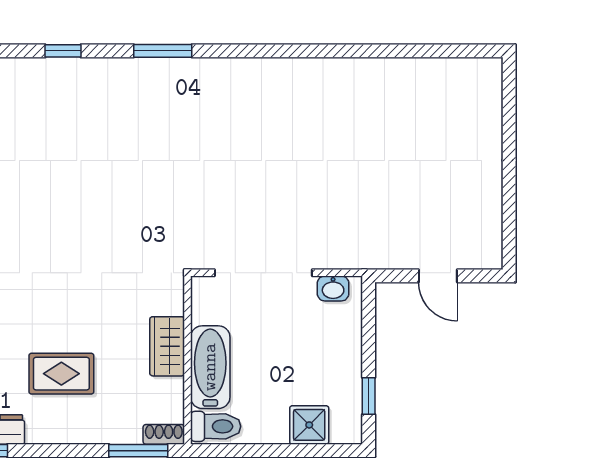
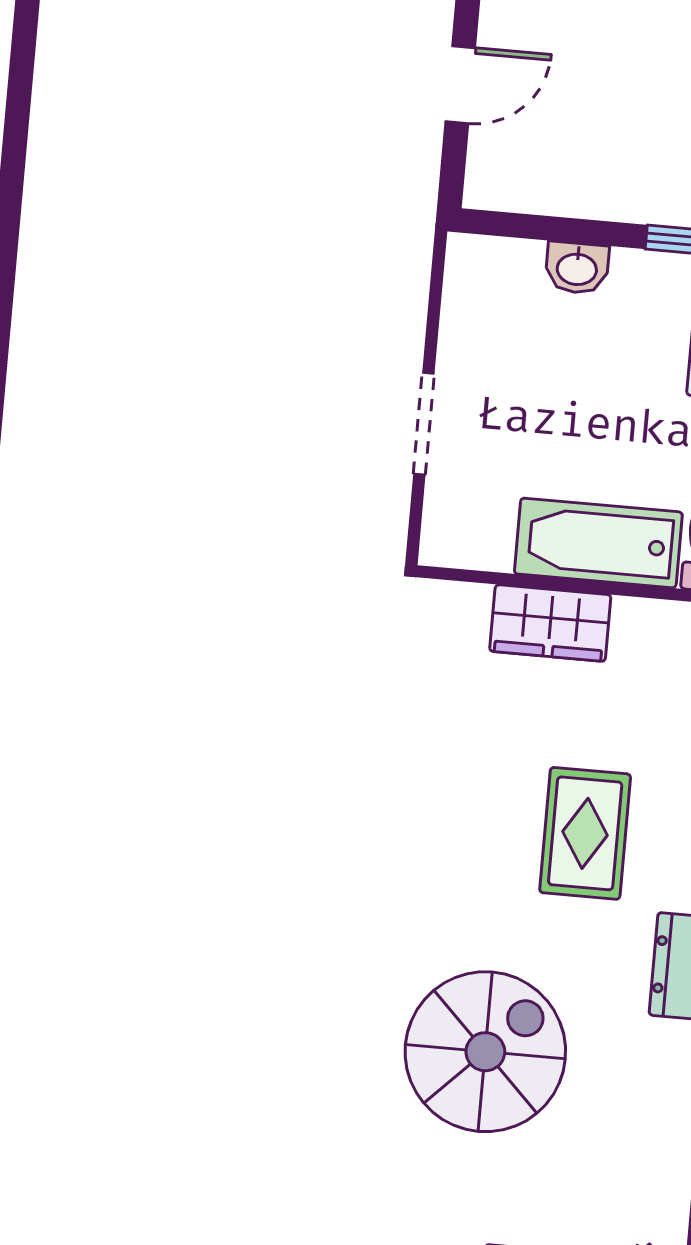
doorway: (263, 273) -> (424, 424), width x0.53
washbasin: (333, 288) -> (577, 268), moved, turned 90

